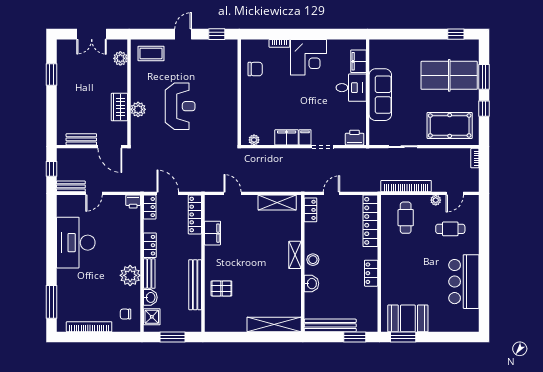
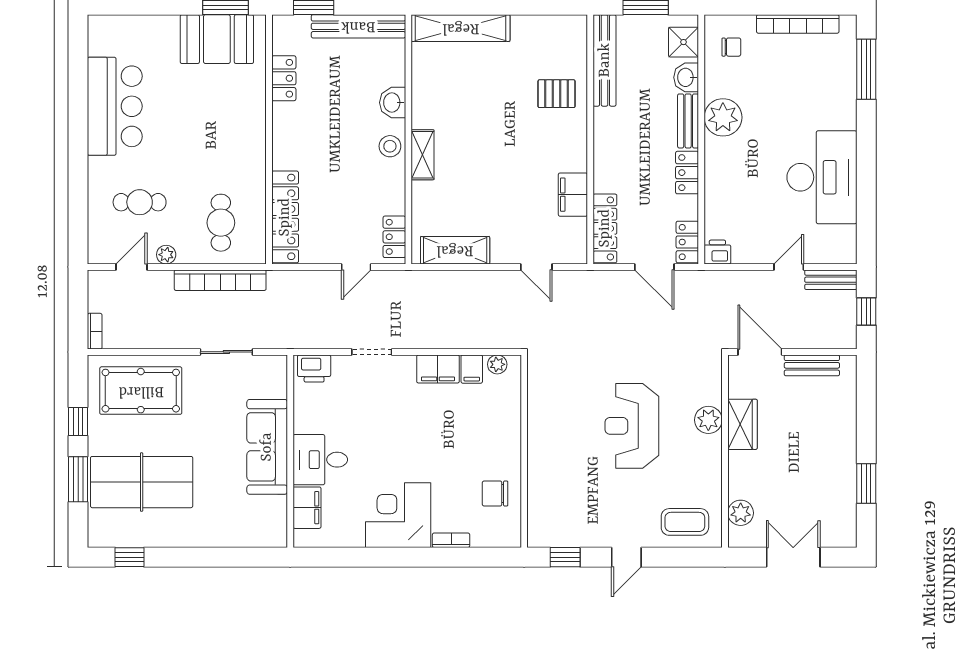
filing cabinet: (305, 137) -> (472, 369), moved
locker: (371, 273) -> (284, 78), moved
bench: (195, 285) -> (605, 60), moved

